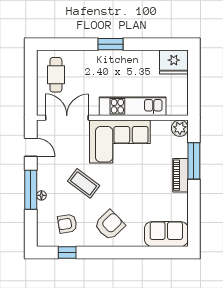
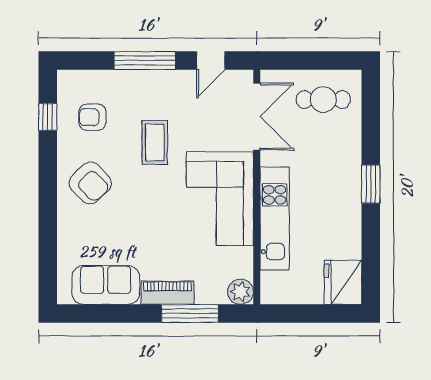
coffee table: (84, 183) -> (155, 142), turned -37
floor lamp: (41, 195) -> (136, 77), removed
armchair: (67, 224) -> (92, 117), turned -81
sofa: (166, 234) -> (106, 285), moved, turned -90

